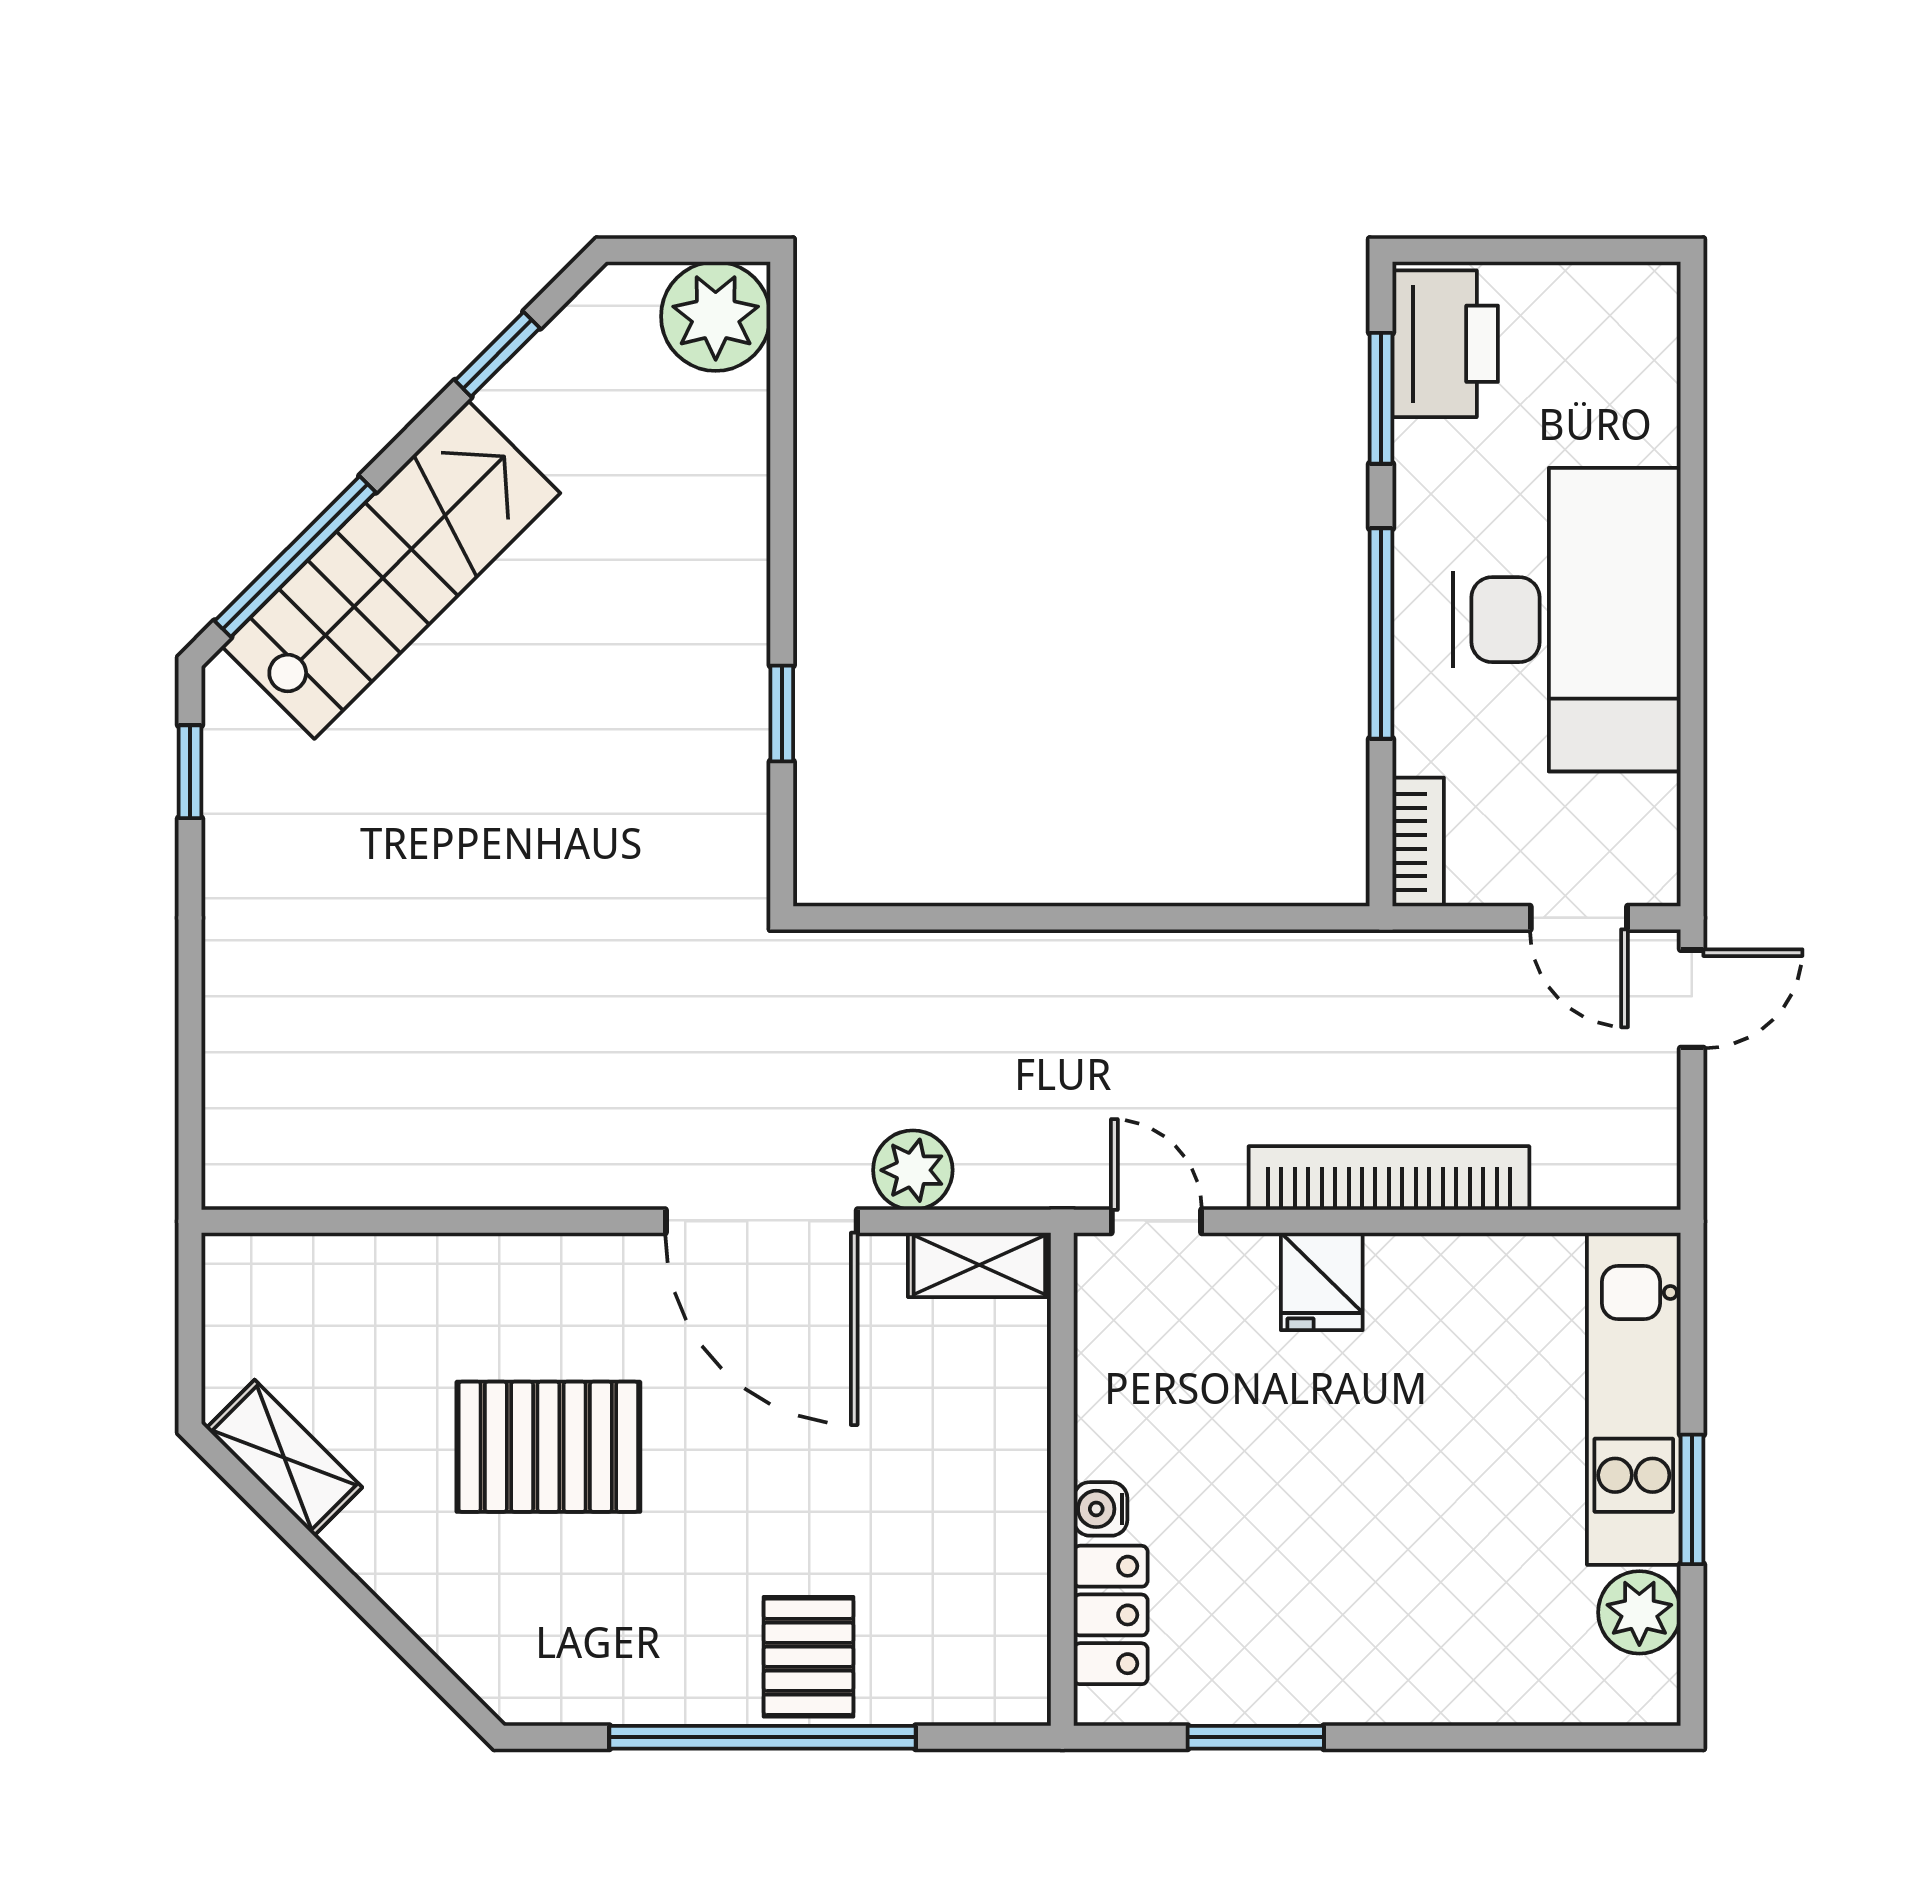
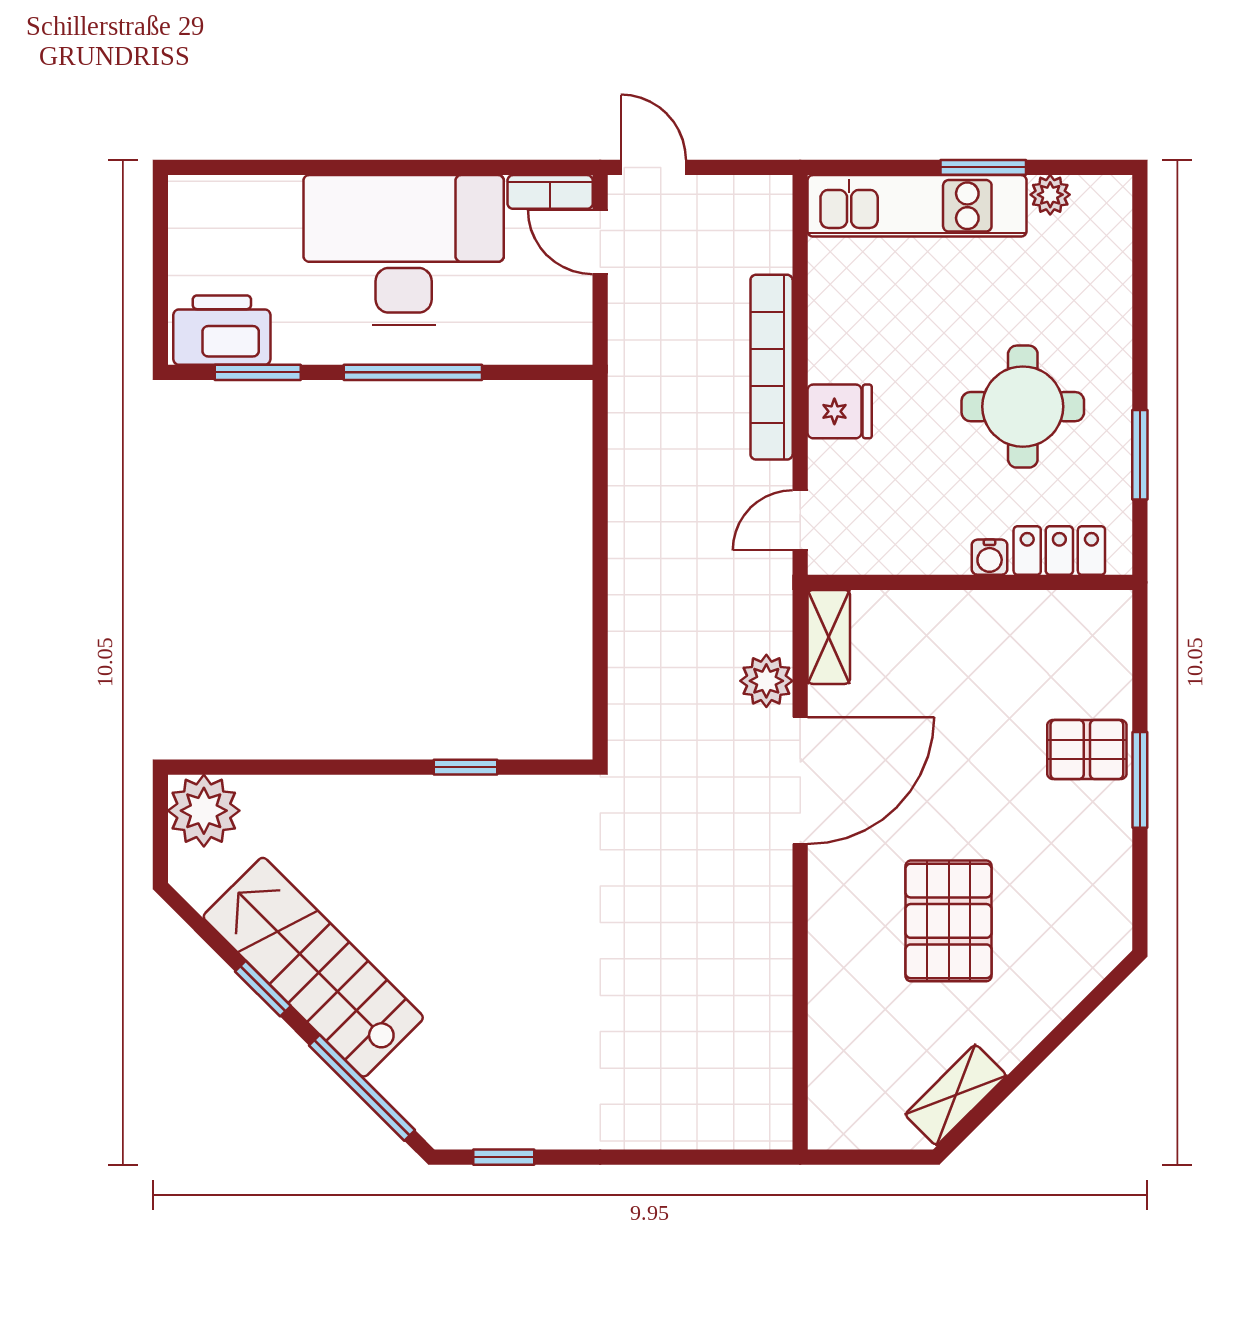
window: (497, 354) -> (263, 989), moved
stairs: (391, 570) -> (313, 967), moved
bookcase: (1418, 842) -> (550, 192), moved, turned 180
door: (1579, 918) -> (600, 242), swing flipped
round table: (1329, 1559) -> (1023, 407), added
plant: (1639, 1612) -> (1050, 195), width x0.73, depth x0.73
window: (762, 1737) -> (1140, 780), width x0.47

